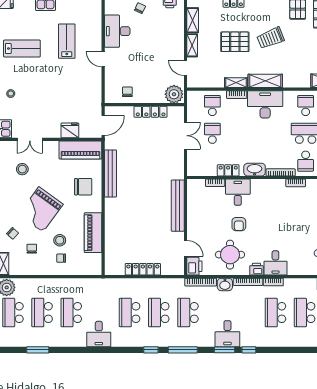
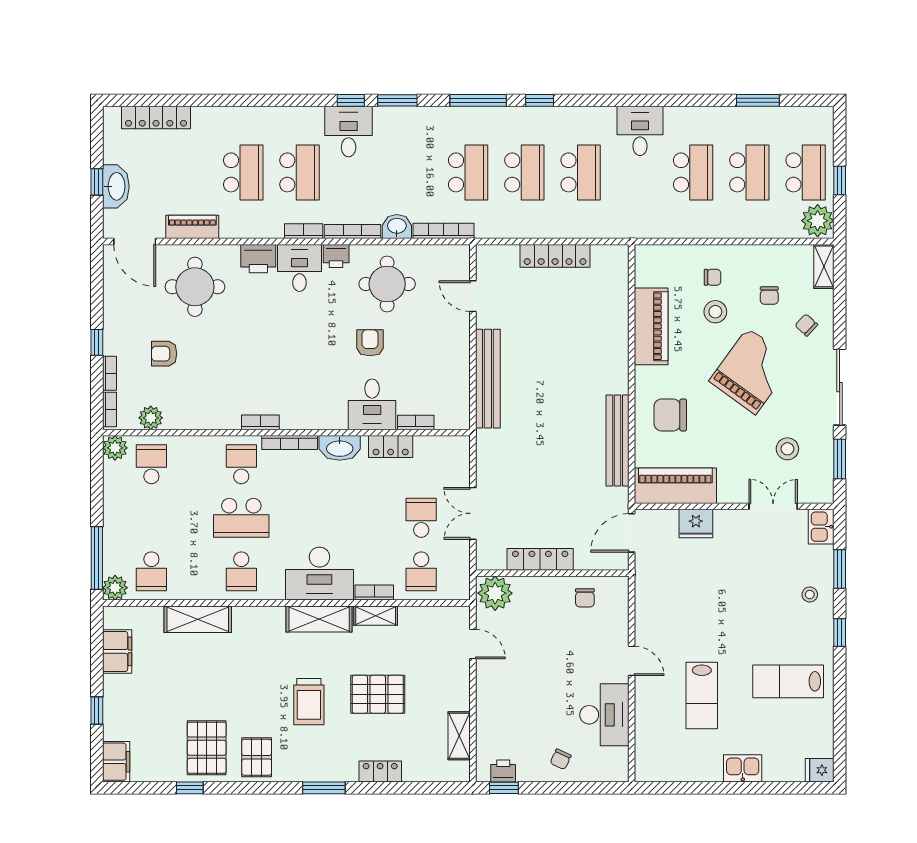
trolley: (271, 38) -> (309, 702), turned 112
shelving: (192, 45) -> (460, 688), removed
school desk: (212, 133) -> (421, 518), turned 180
printer: (194, 266) -> (258, 259), moved, turned -90
desk: (227, 334) -> (349, 132), moved

